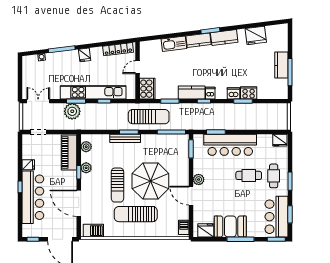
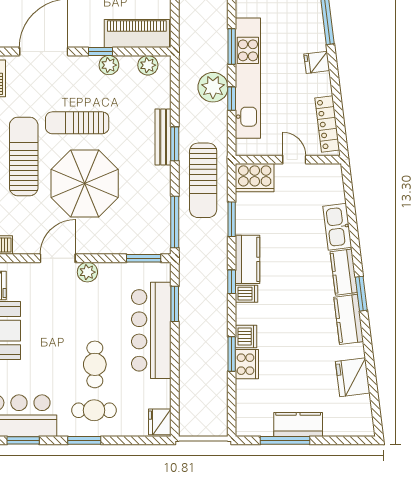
plant: (72, 111) -> (213, 87), moved

